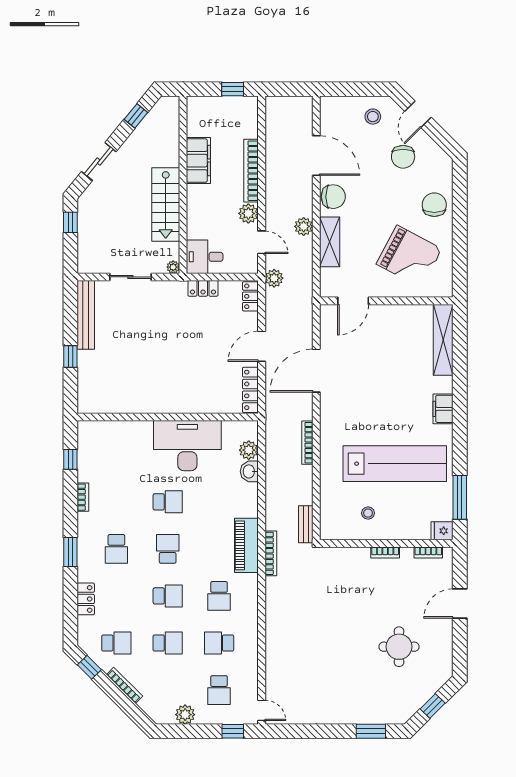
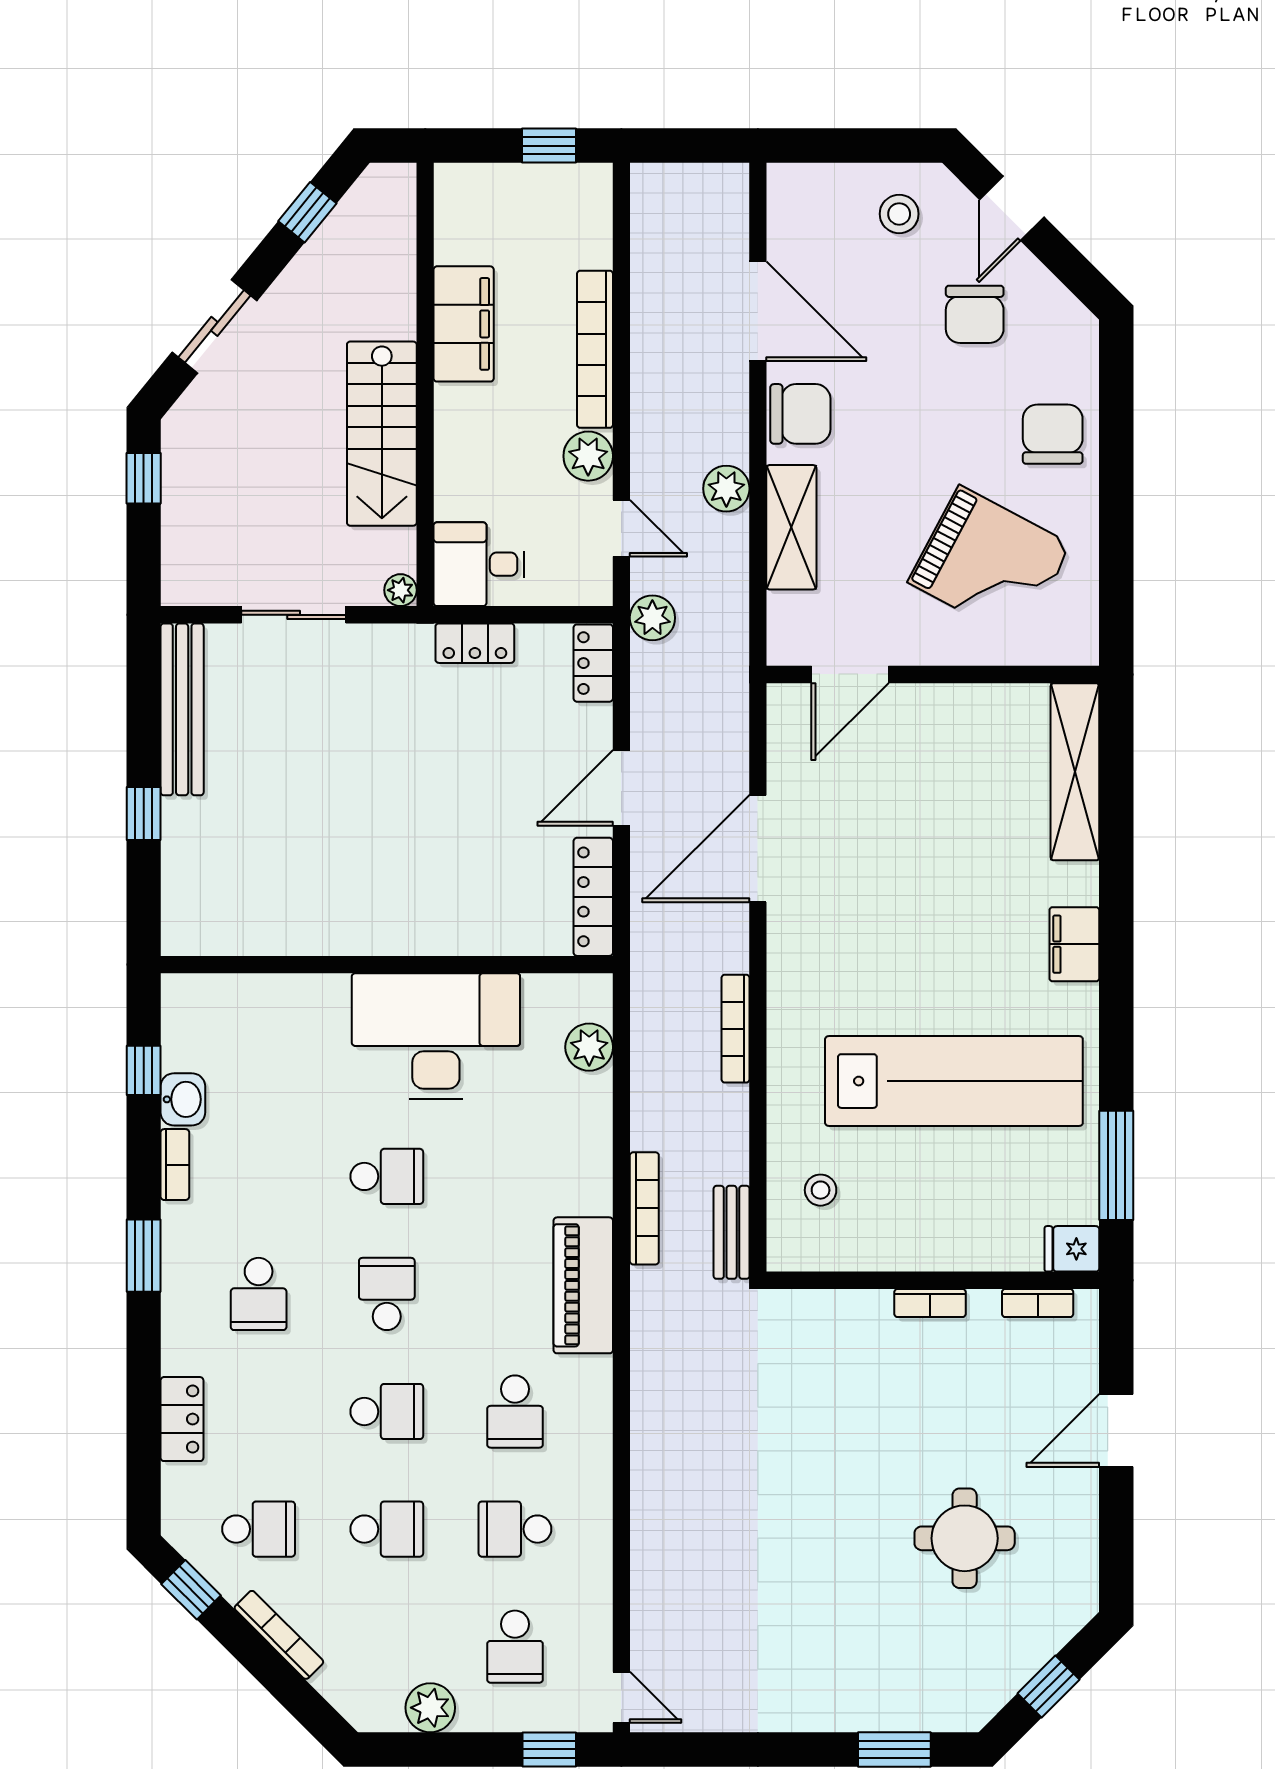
washbasin: (249, 471) -> (183, 1099), moved, turned 180
stool: (368, 513) -> (821, 1190), moved
window: (70, 552) -> (144, 1256), moved
bookcase: (271, 553) -> (644, 1208), moved

